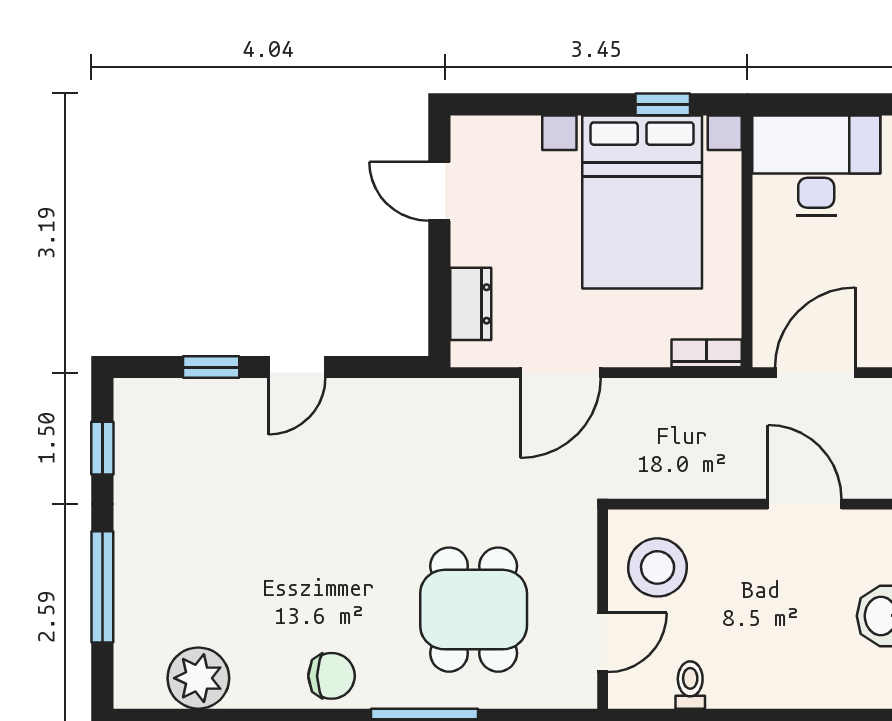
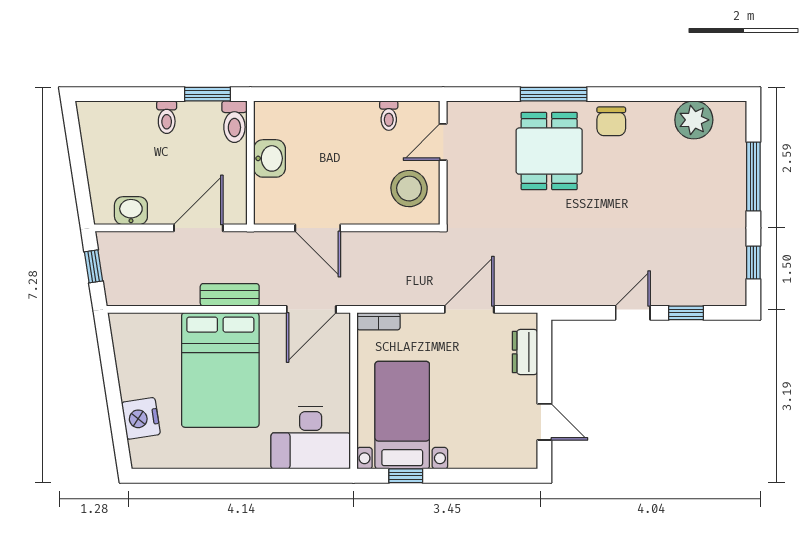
bed with nightstands: (642, 202) -> (402, 415), width x0.73
dining table: (474, 610) -> (549, 151), moved
chair: (332, 676) -> (611, 121), turned -90

